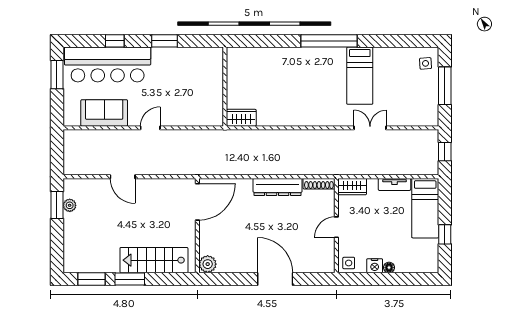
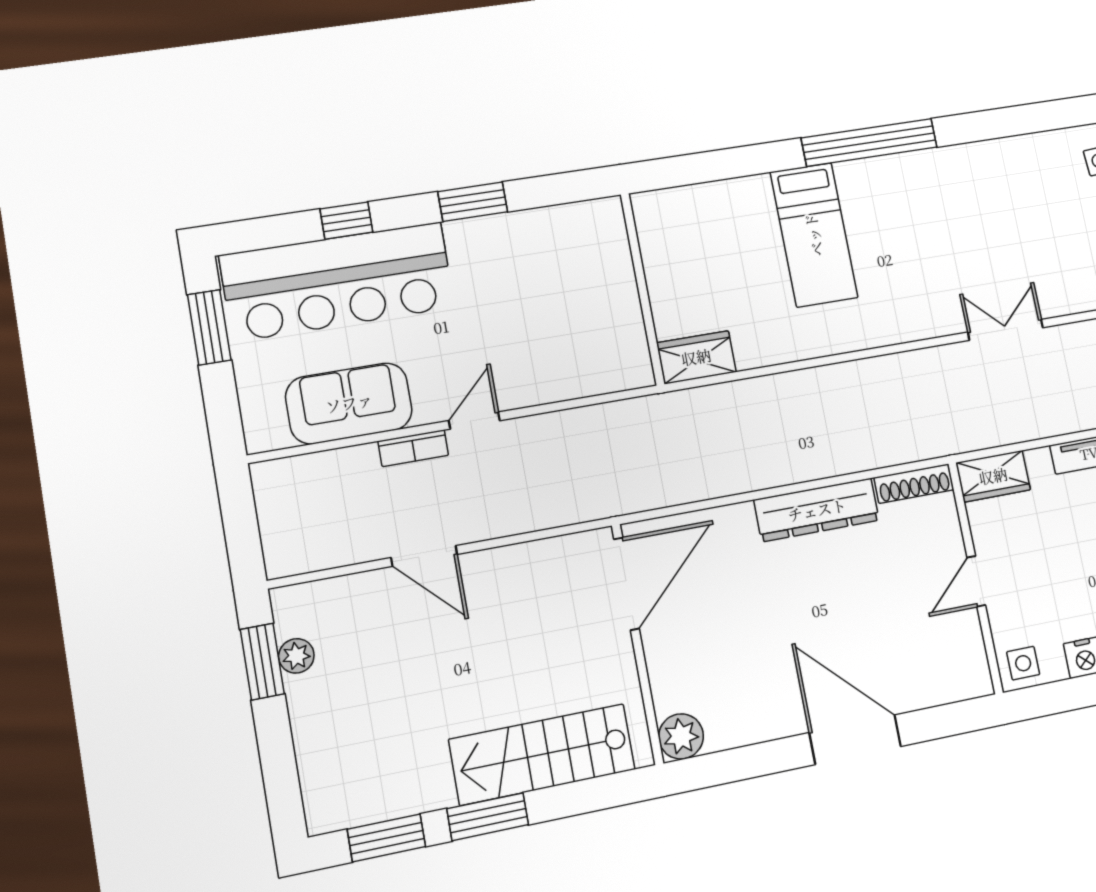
bed: (360, 76) -> (814, 235), moved
bookcase: (125, 135) -> (413, 448), added

